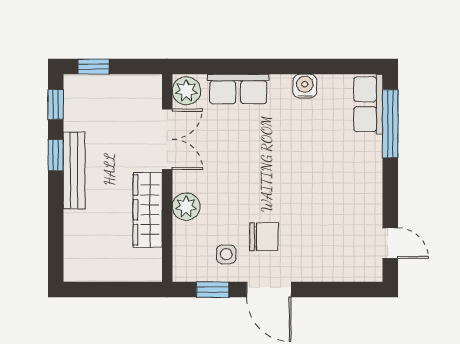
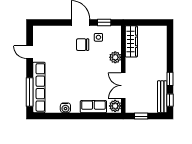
window: (94, 67) -> (141, 116), moved
row of seats: (368, 104) -> (39, 87), width x2.02
bench: (74, 170) -> (162, 97), moved
wardrobe: (148, 210) -> (131, 41), moved
door: (390, 243) -> (30, 52), moved

